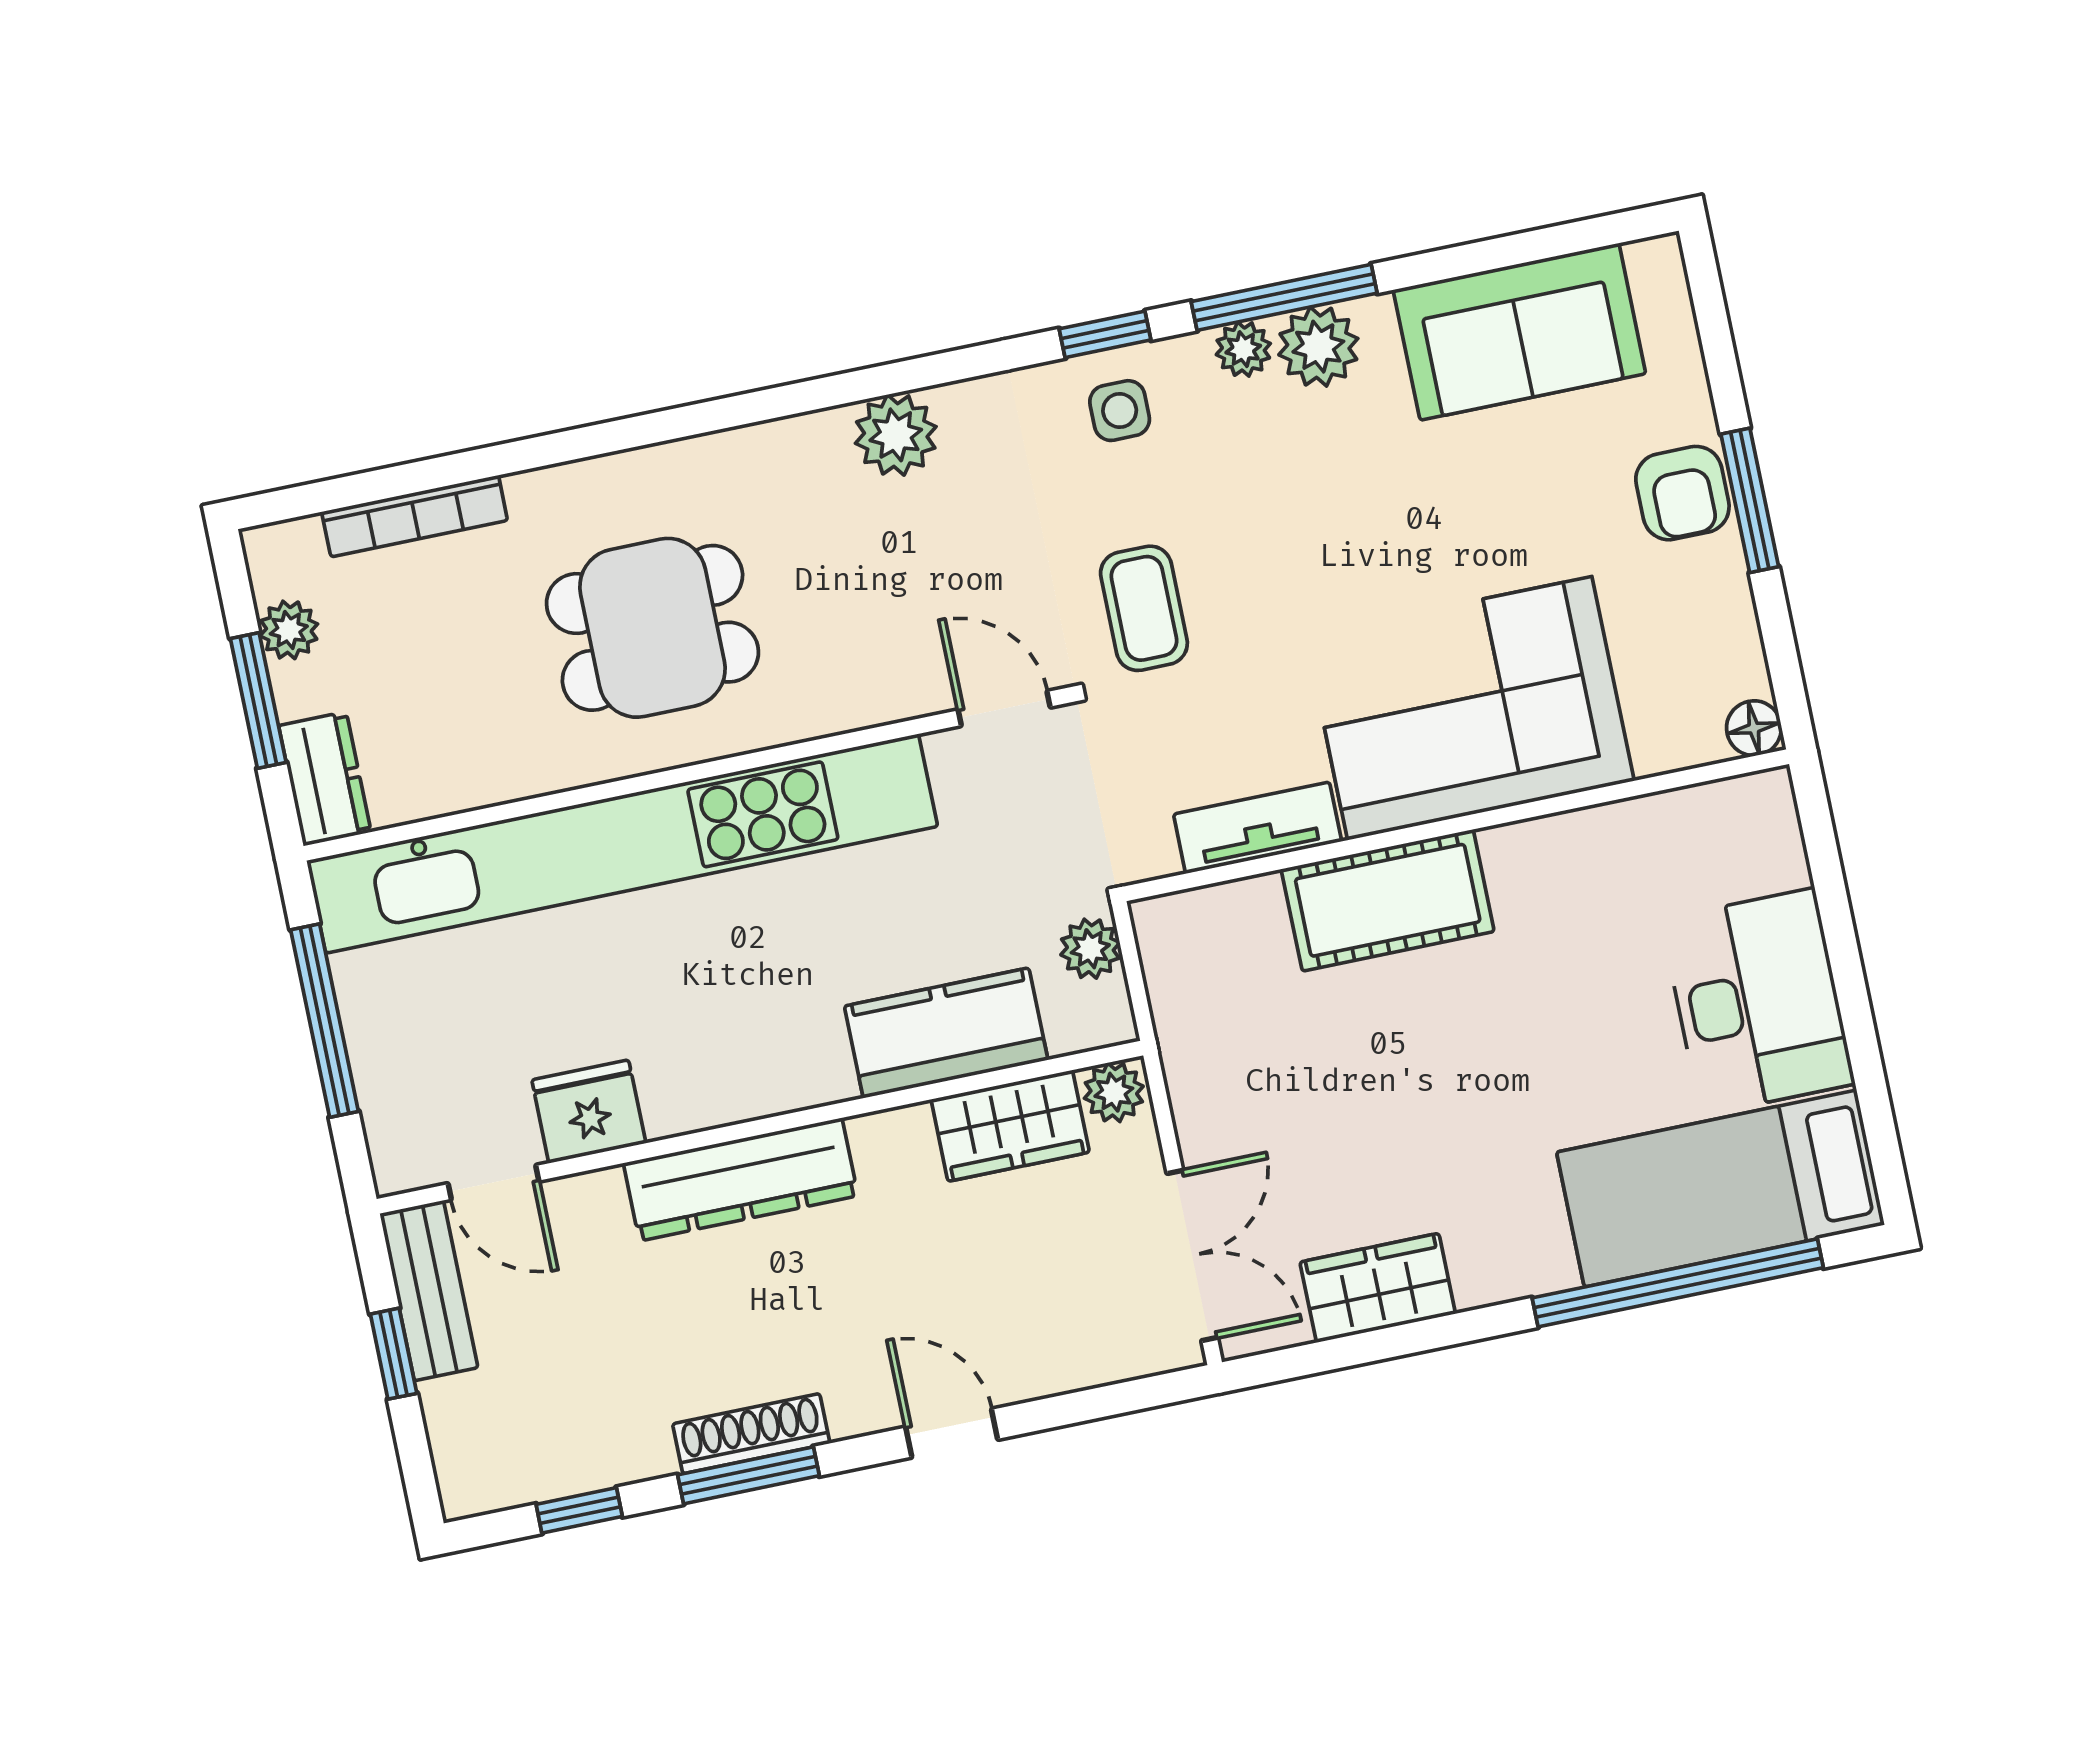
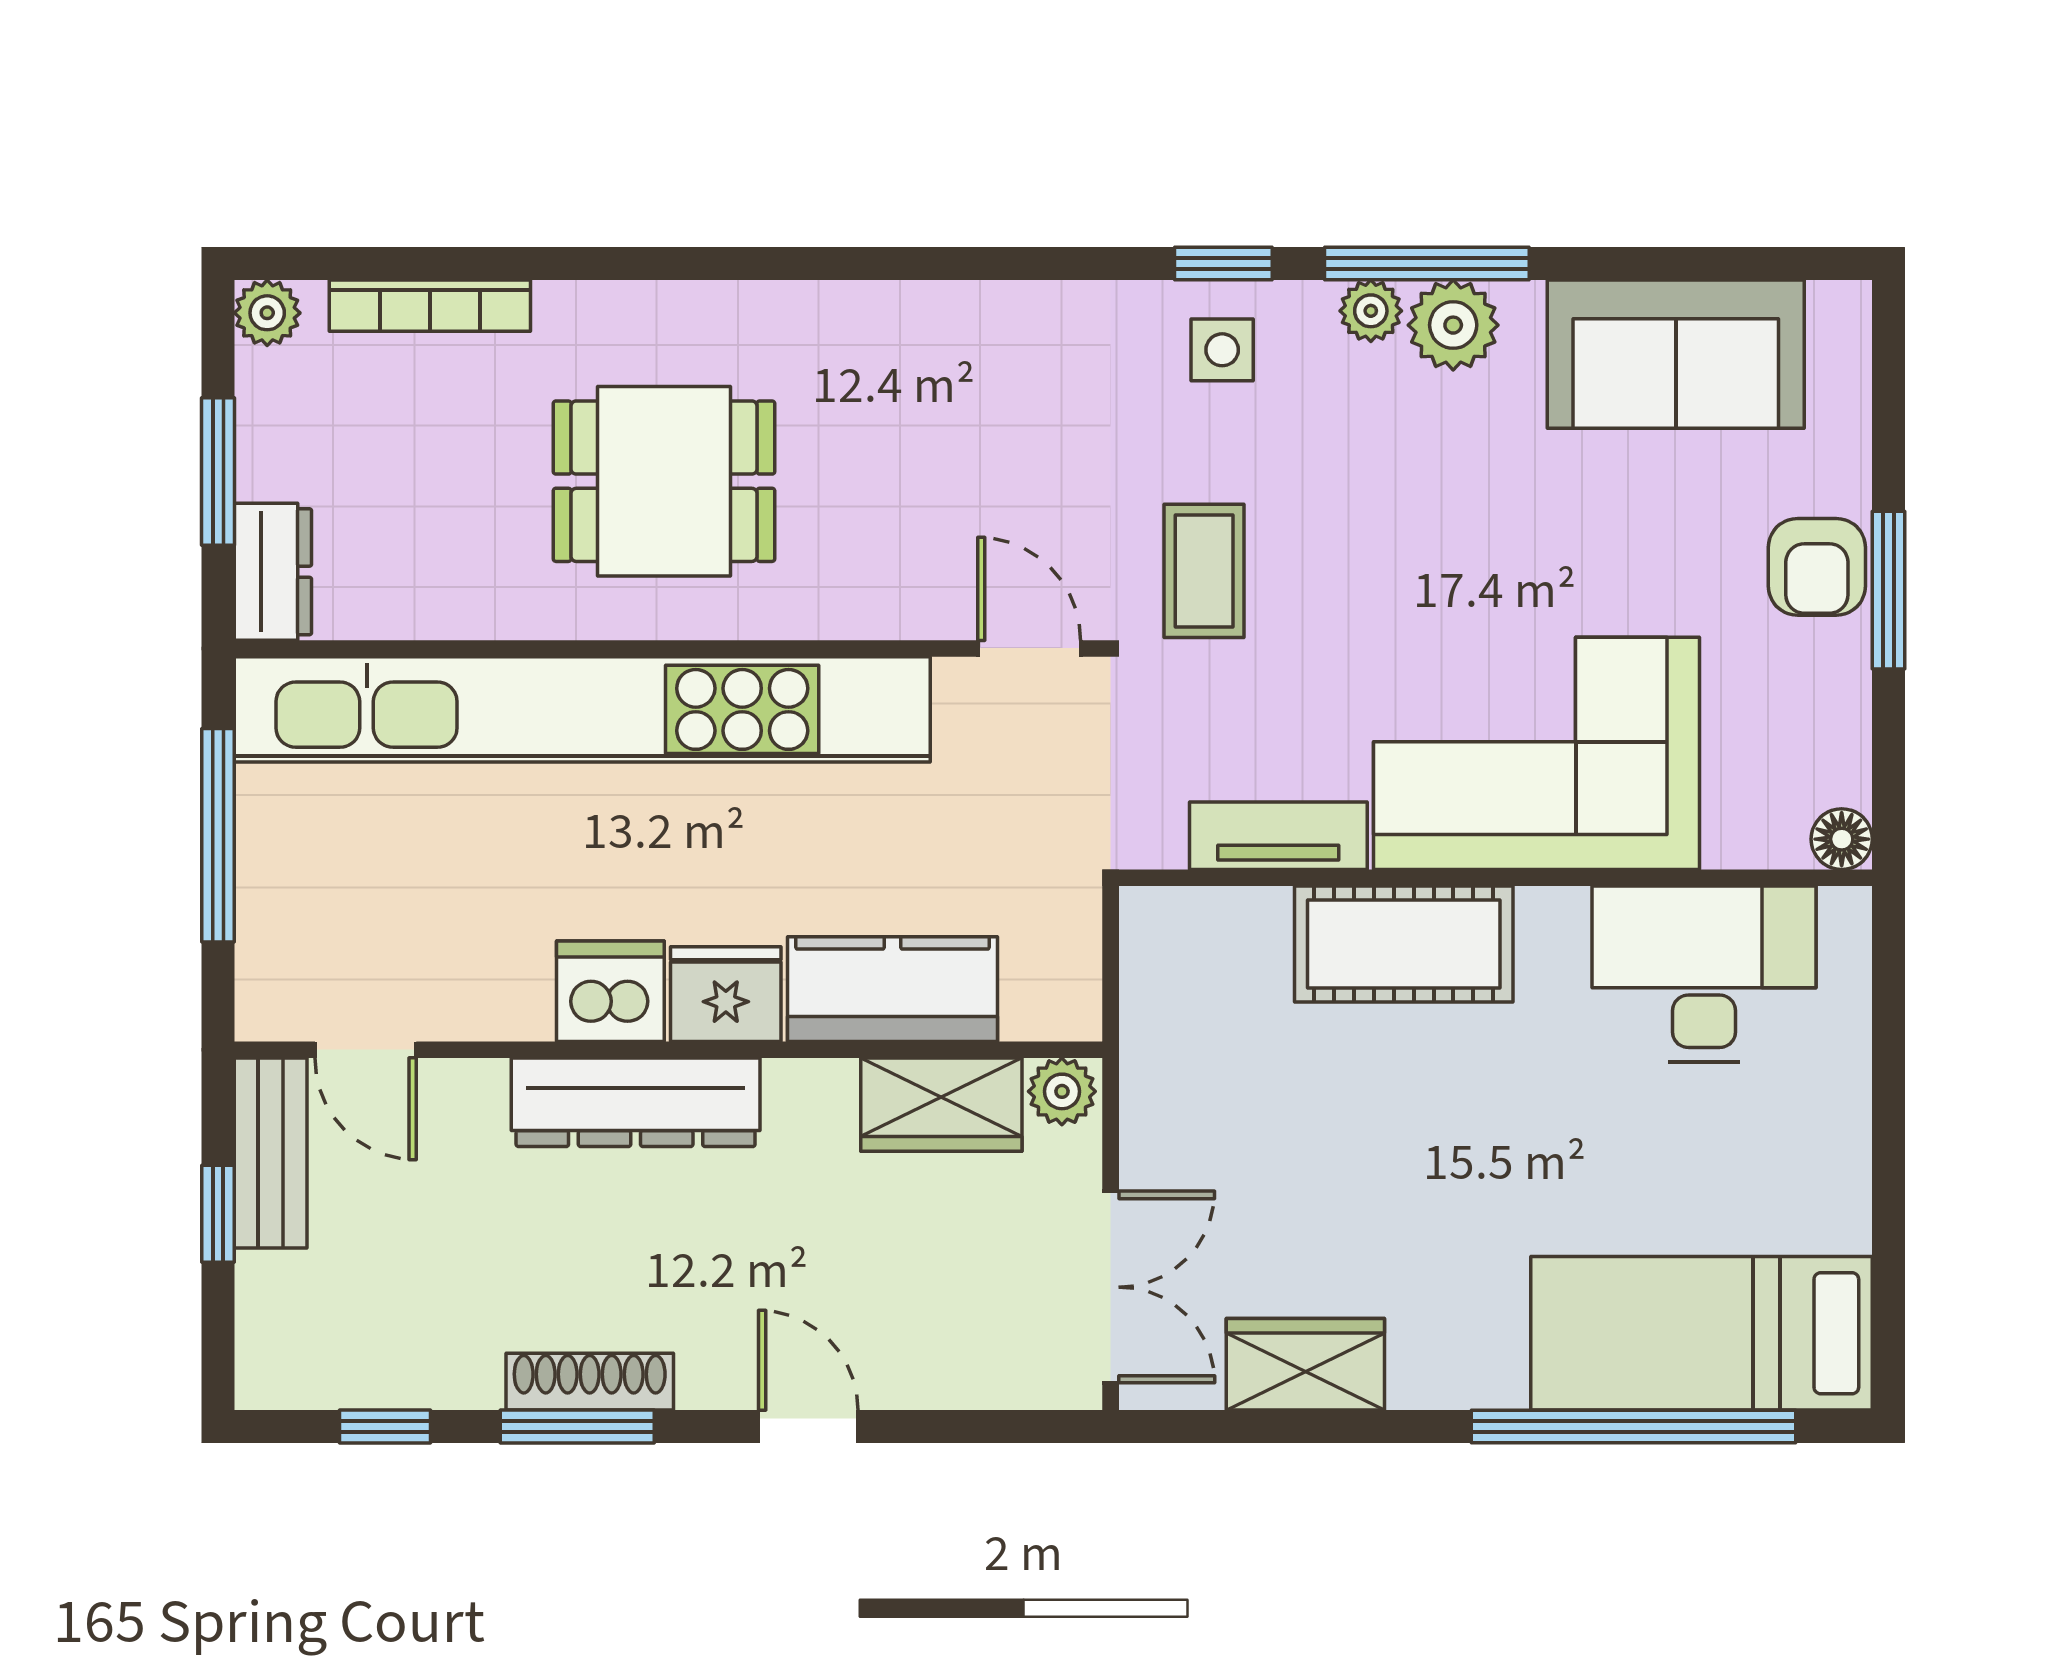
plant: (896, 435) -> (973, 326), removed
plant: (289, 630) -> (267, 313), moved
plant: (1090, 949) -> (1069, 930), removed
desk: (1758, 1002) -> (1704, 974), moved, turned -90
dishwasher: (698, 1086) -> (610, 991), added
fridge: (589, 1112) -> (726, 994), moved

